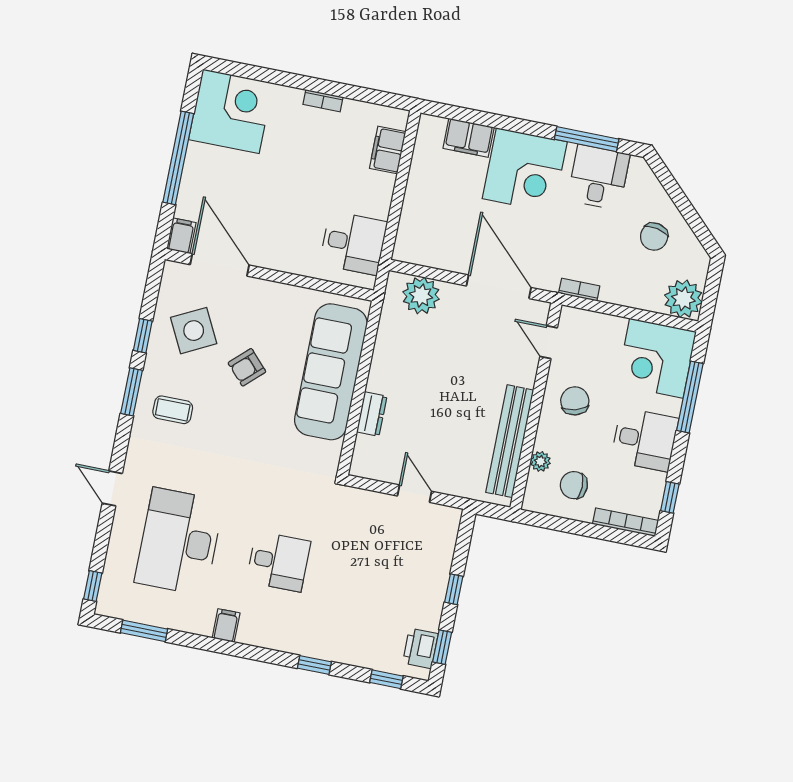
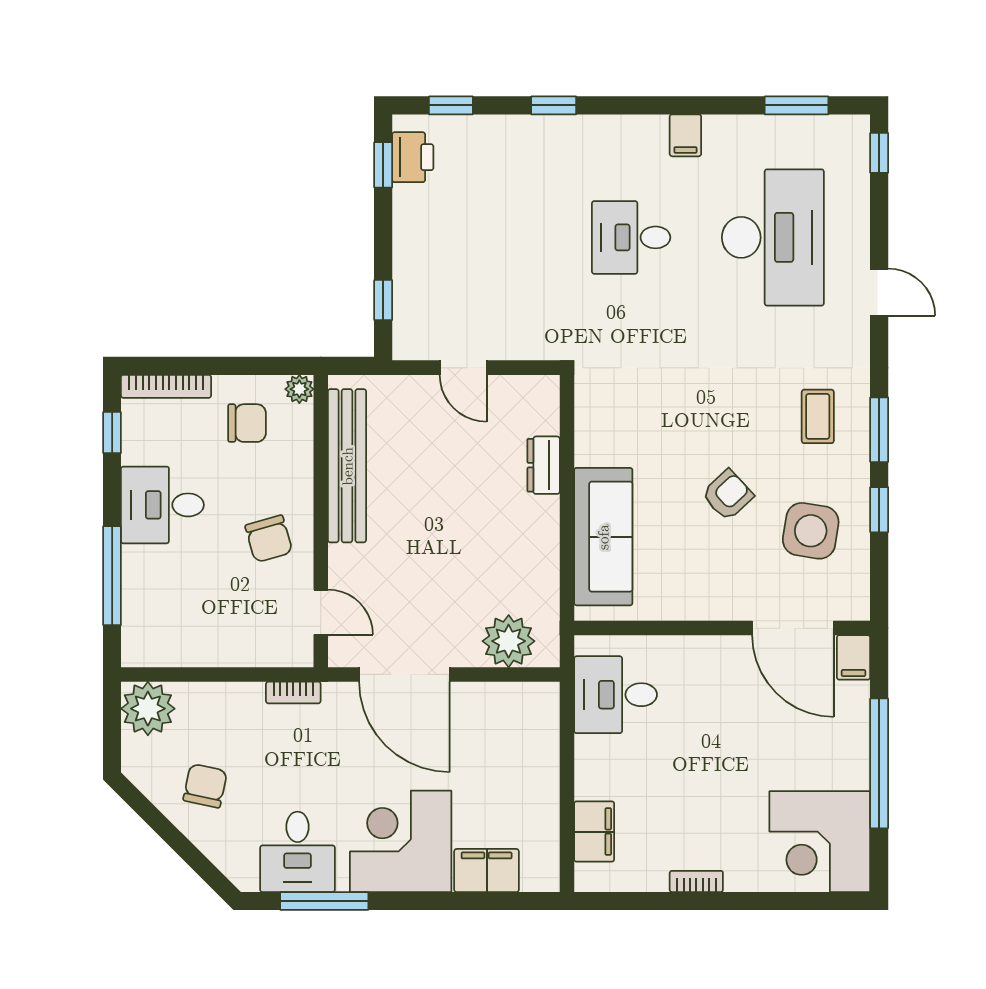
side table: (194, 331) -> (811, 531), turned 36
corner desk: (656, 358) -> (169, 620), removed
sofa: (331, 372) -> (603, 537), width x0.74, depth x0.79
coffee table: (173, 410) -> (818, 416), turned 90
plant: (540, 461) -> (299, 389), moved
window: (454, 589) -> (383, 300), moved

